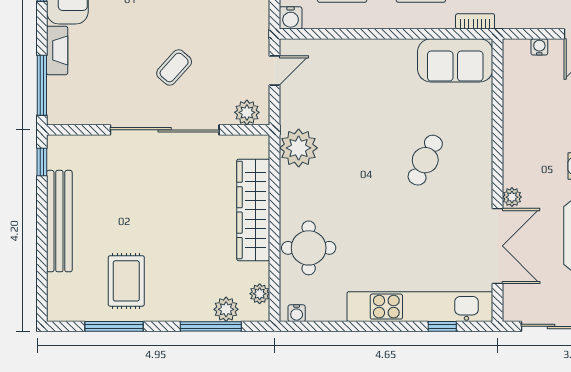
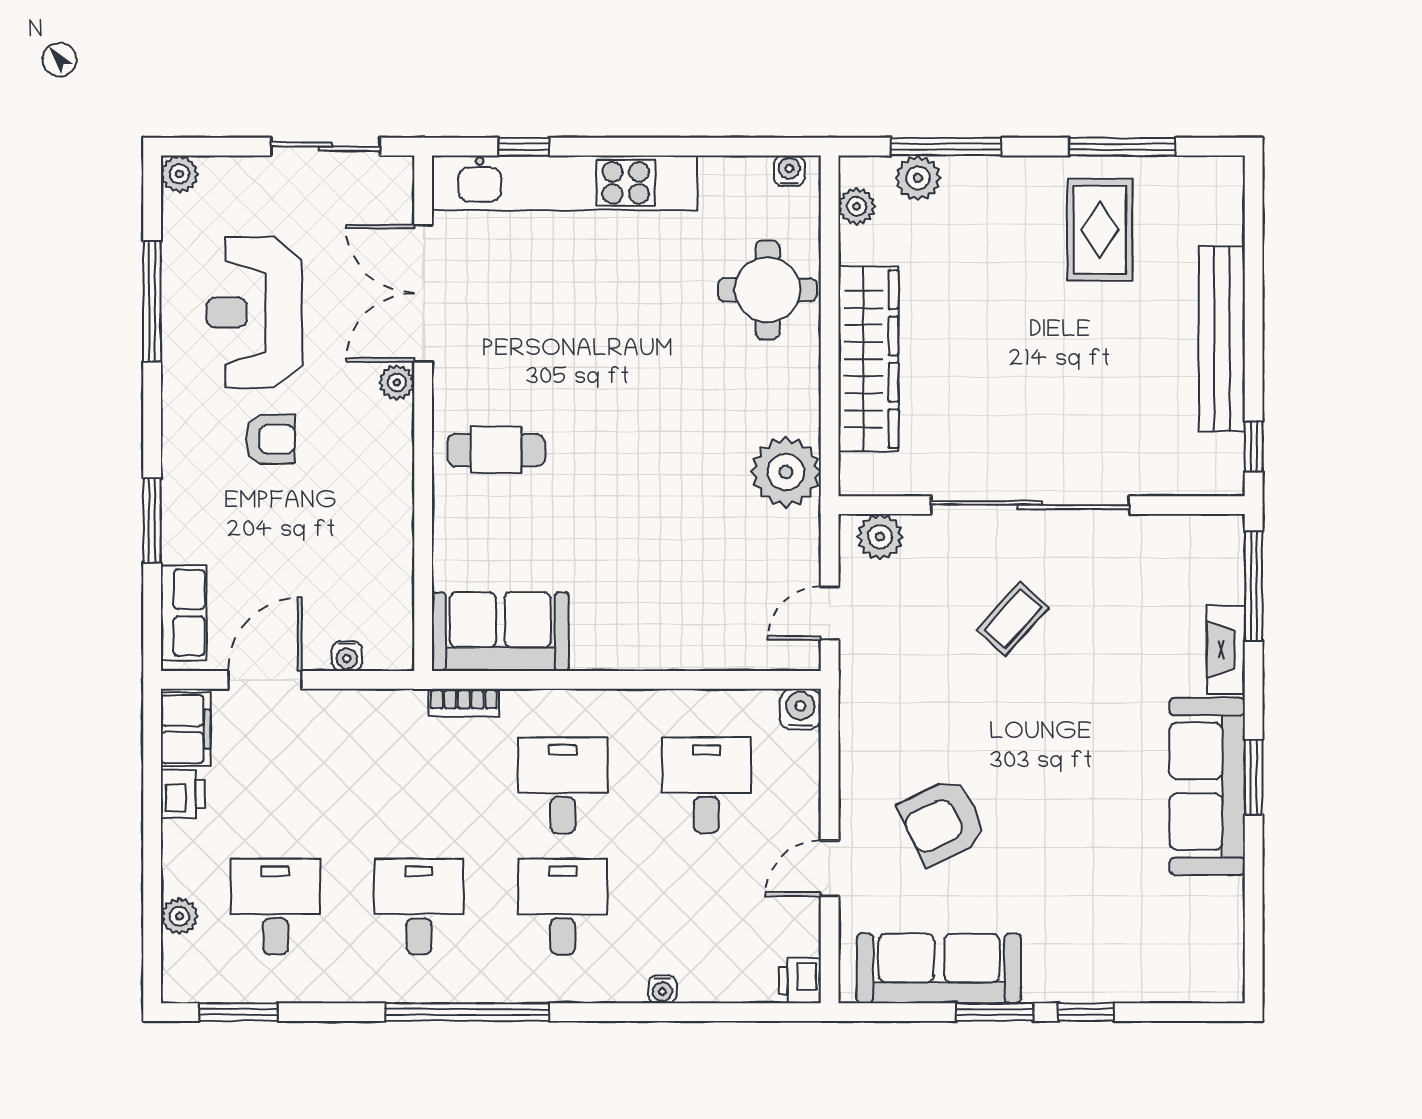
cafe table: (425, 160) -> (496, 450), moved, turned 64

